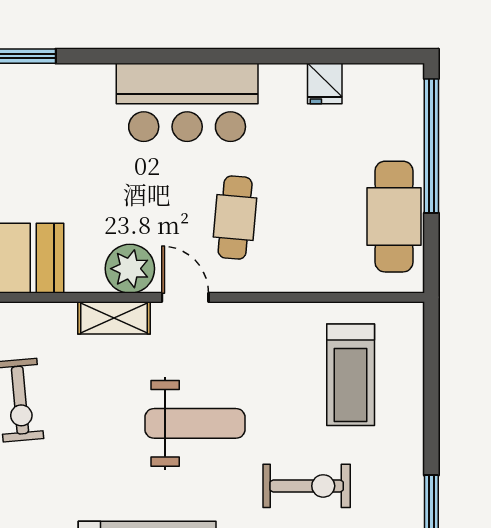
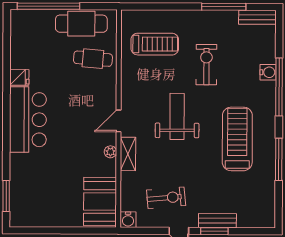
fridge: (325, 83) -> (19, 77), moved
cafe table: (235, 218) -> (93, 59), moved
plant: (130, 269) -> (110, 152), width x0.53, depth x0.53

